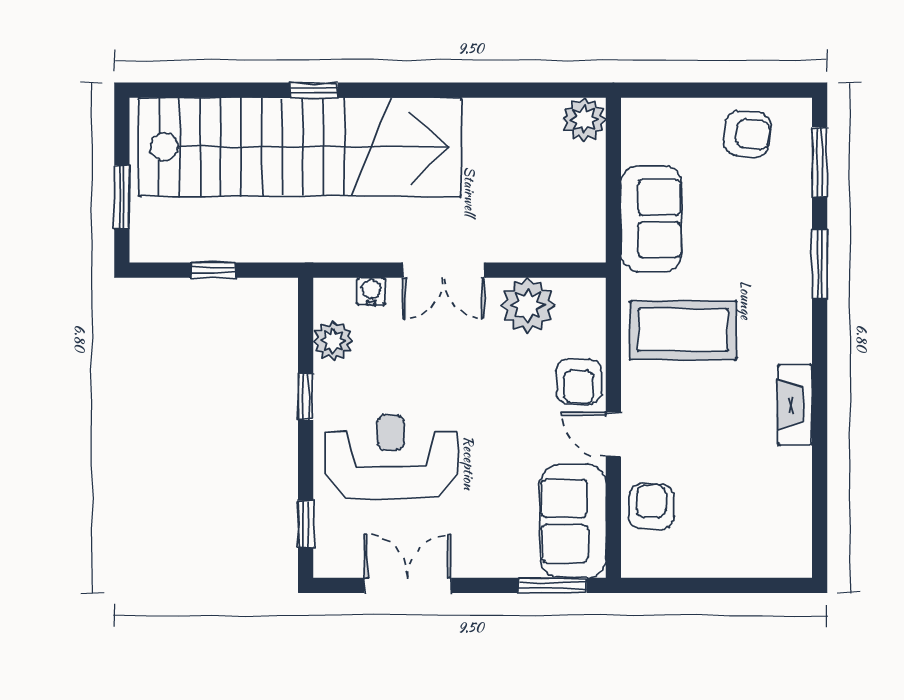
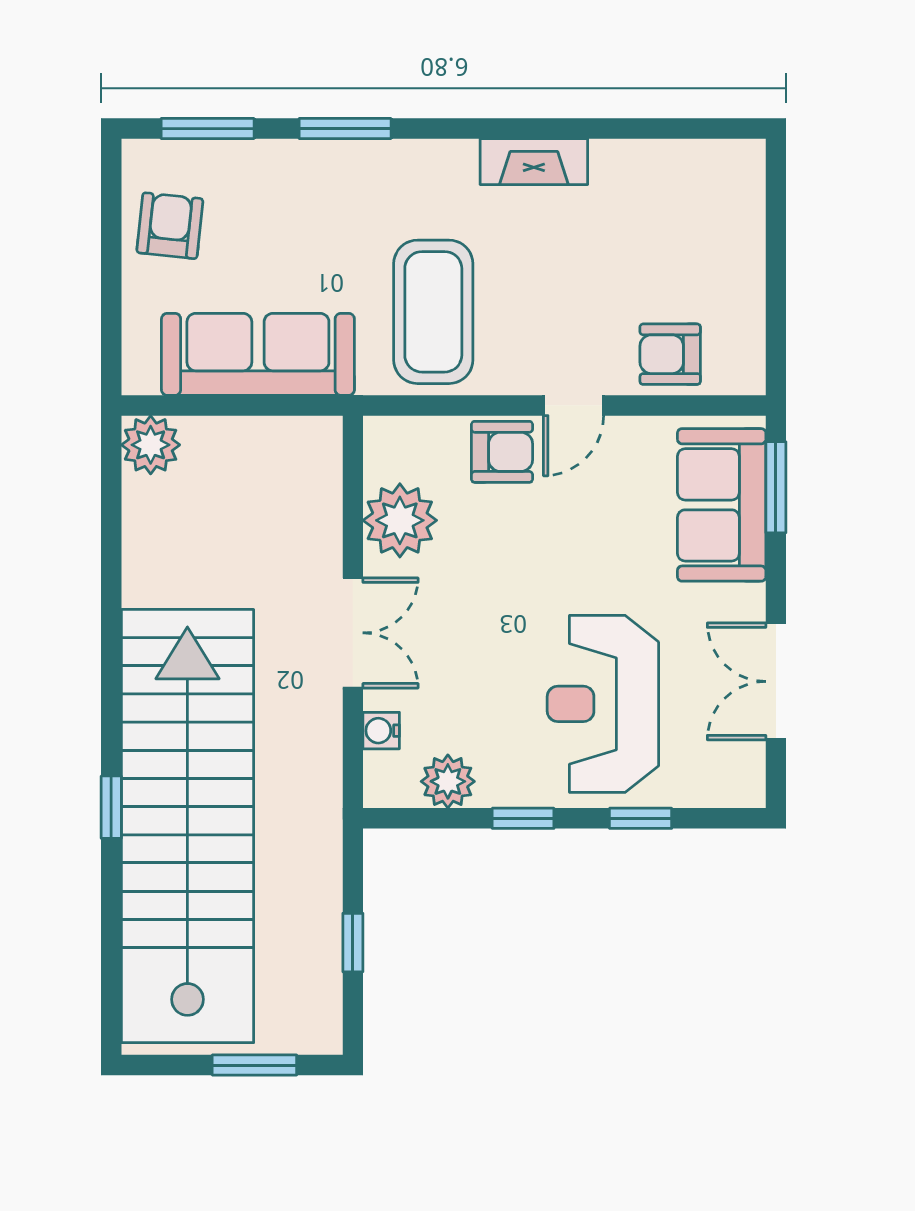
sofa: (651, 218) -> (258, 354), width x1.36
sofa: (573, 521) -> (722, 505), moved, turned 90
window: (306, 524) -> (641, 818), moved

